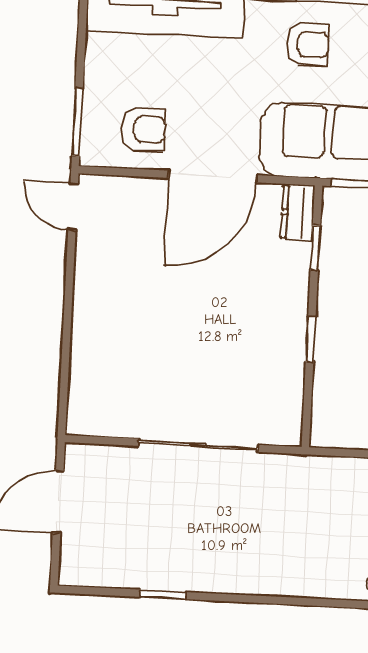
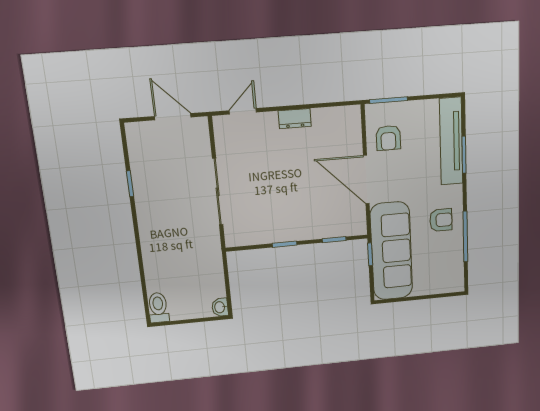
armchair: (307, 44) -> (441, 220), turned -90
door: (73, 207) -> (243, 111), moved
dresser: (298, 213) -> (295, 119), moved, turned 180

